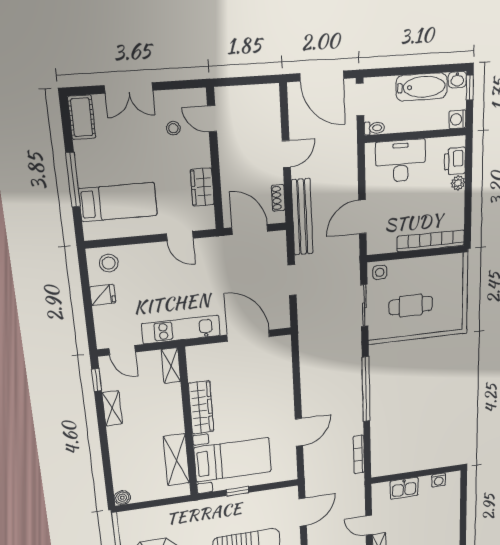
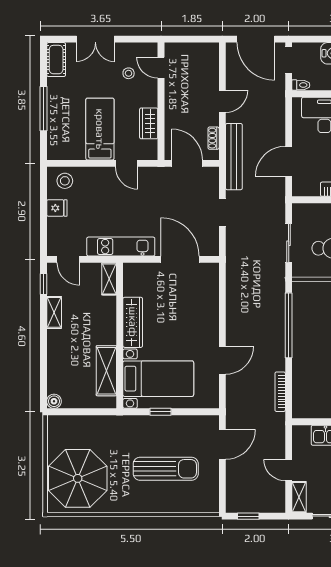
bed: (118, 202) -> (100, 129), moved, turned -90
side table: (380, 272) -> (304, 214), removed

